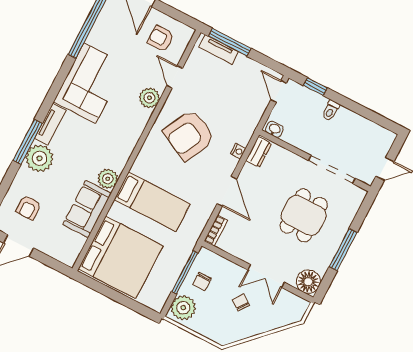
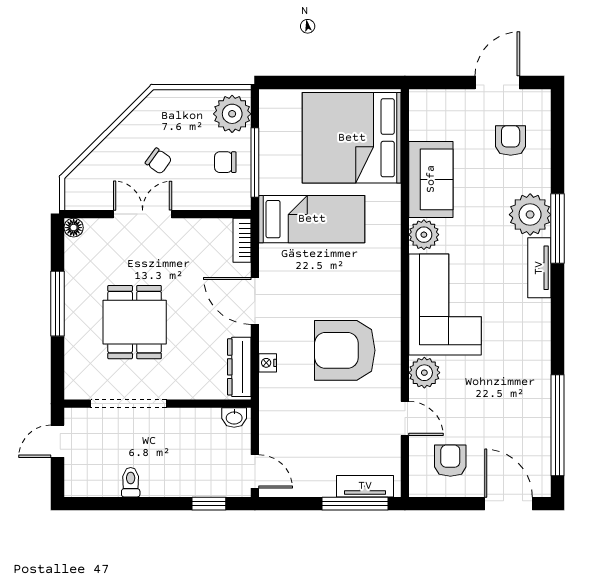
armchair: (161, 38) -> (450, 461), turned -90
corner sofa: (90, 83) -> (445, 304), moved, turned 180
toilet: (331, 110) -> (131, 482), moved
armchair: (189, 135) -> (345, 350), turned -117
dresser: (259, 152) -> (239, 367), width x1.44
bed: (152, 202) -> (312, 219), moved, turned 180
chair: (202, 281) -> (225, 162), turned -90
floor lamp: (308, 282) -> (74, 228), width x0.53, depth x0.53

